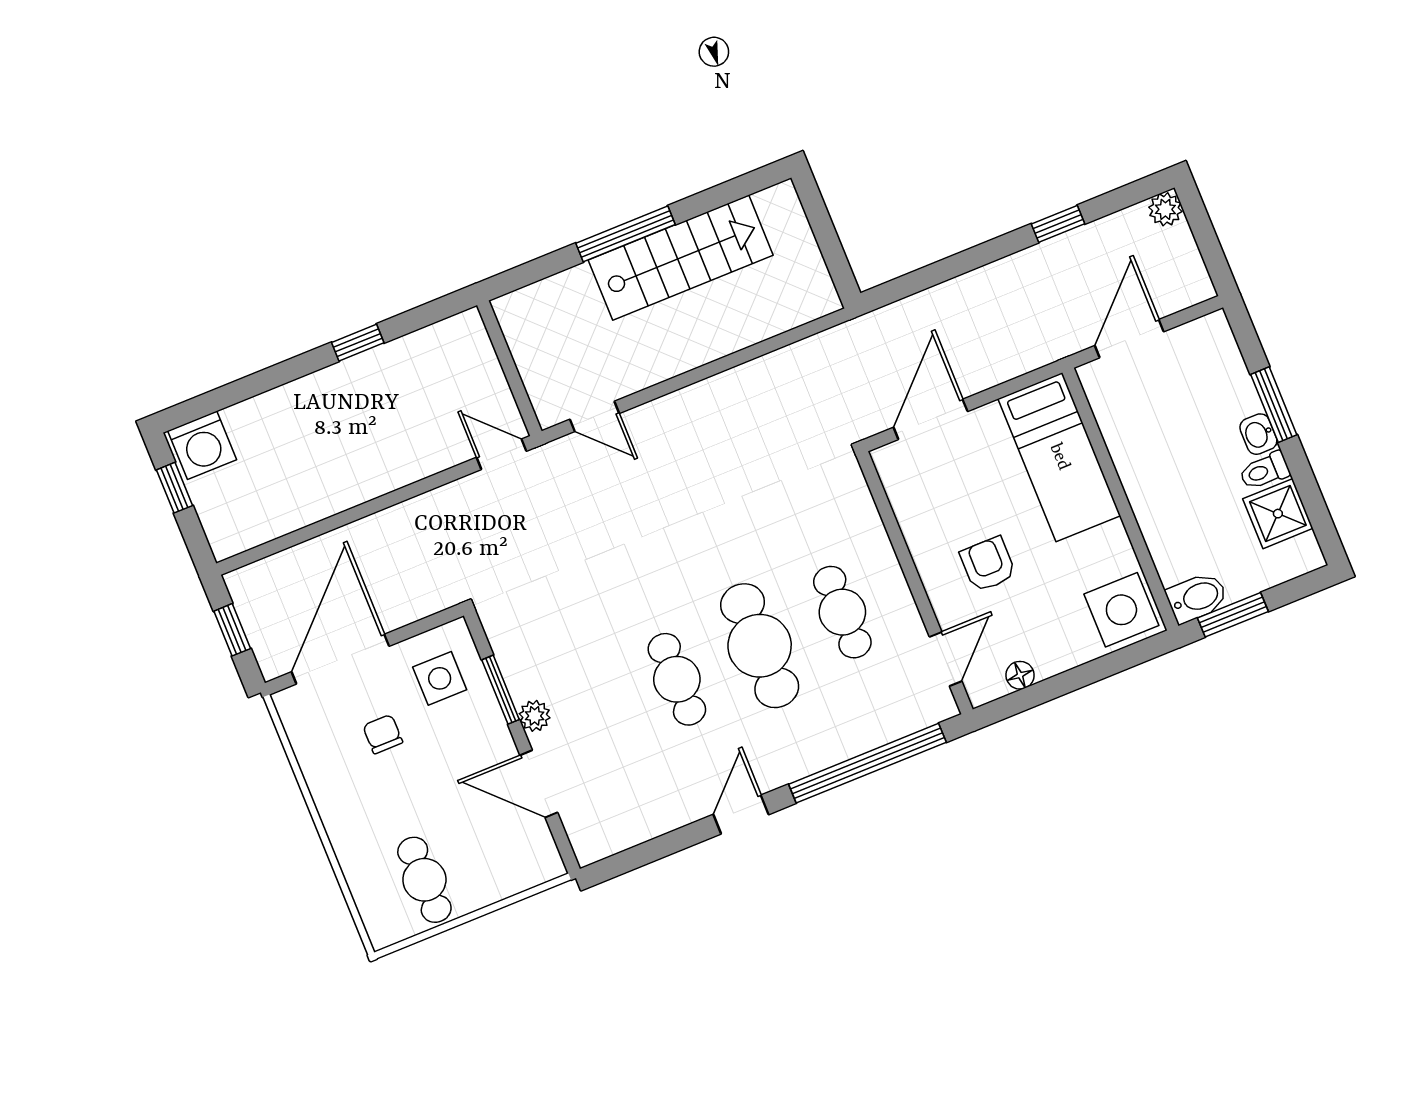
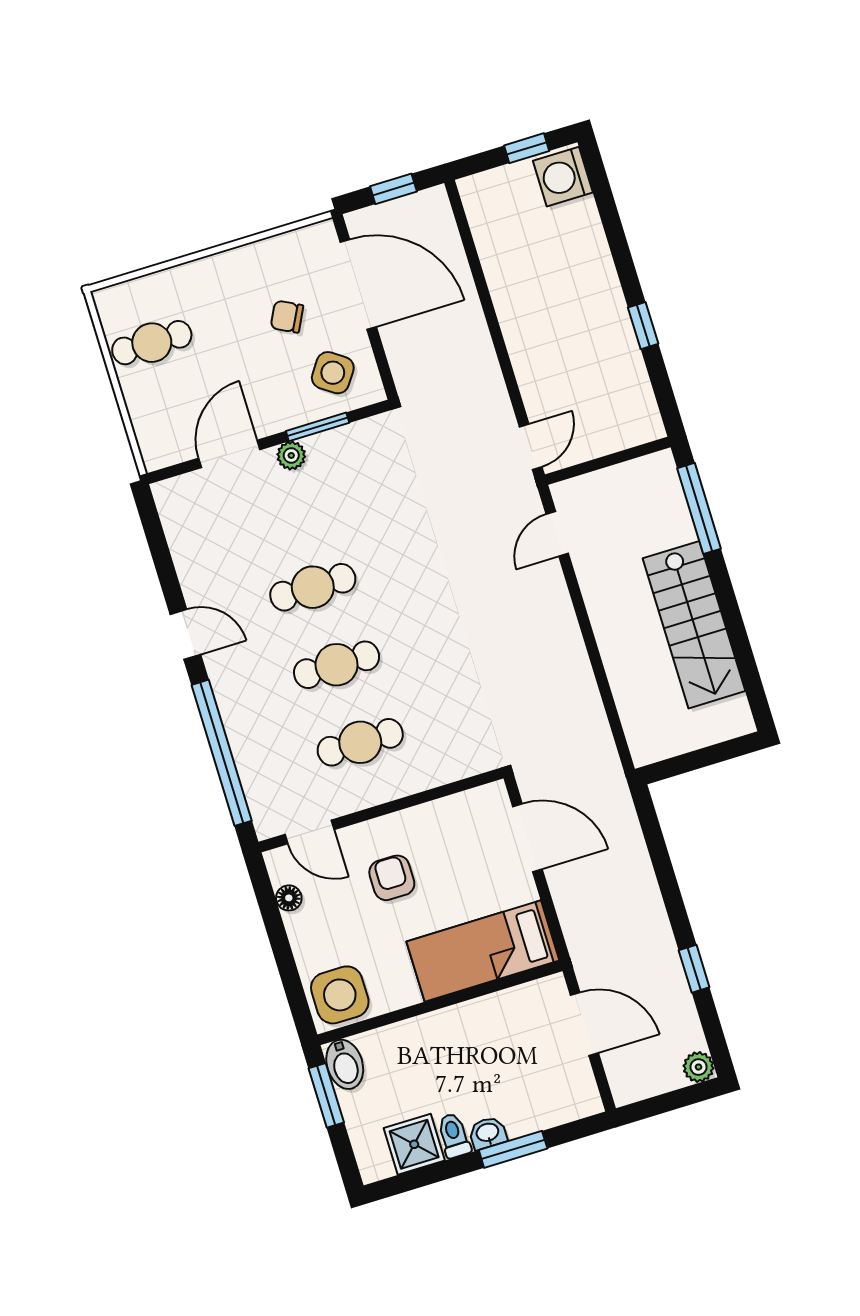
window: (625, 234) -> (699, 508), moved
armchair: (988, 564) -> (392, 878), turned -90
cafe table: (760, 646) -> (337, 665), width x0.73, depth x0.74
side table: (440, 678) -> (333, 373), turned 35
chair: (383, 734) -> (287, 317), turned -153

